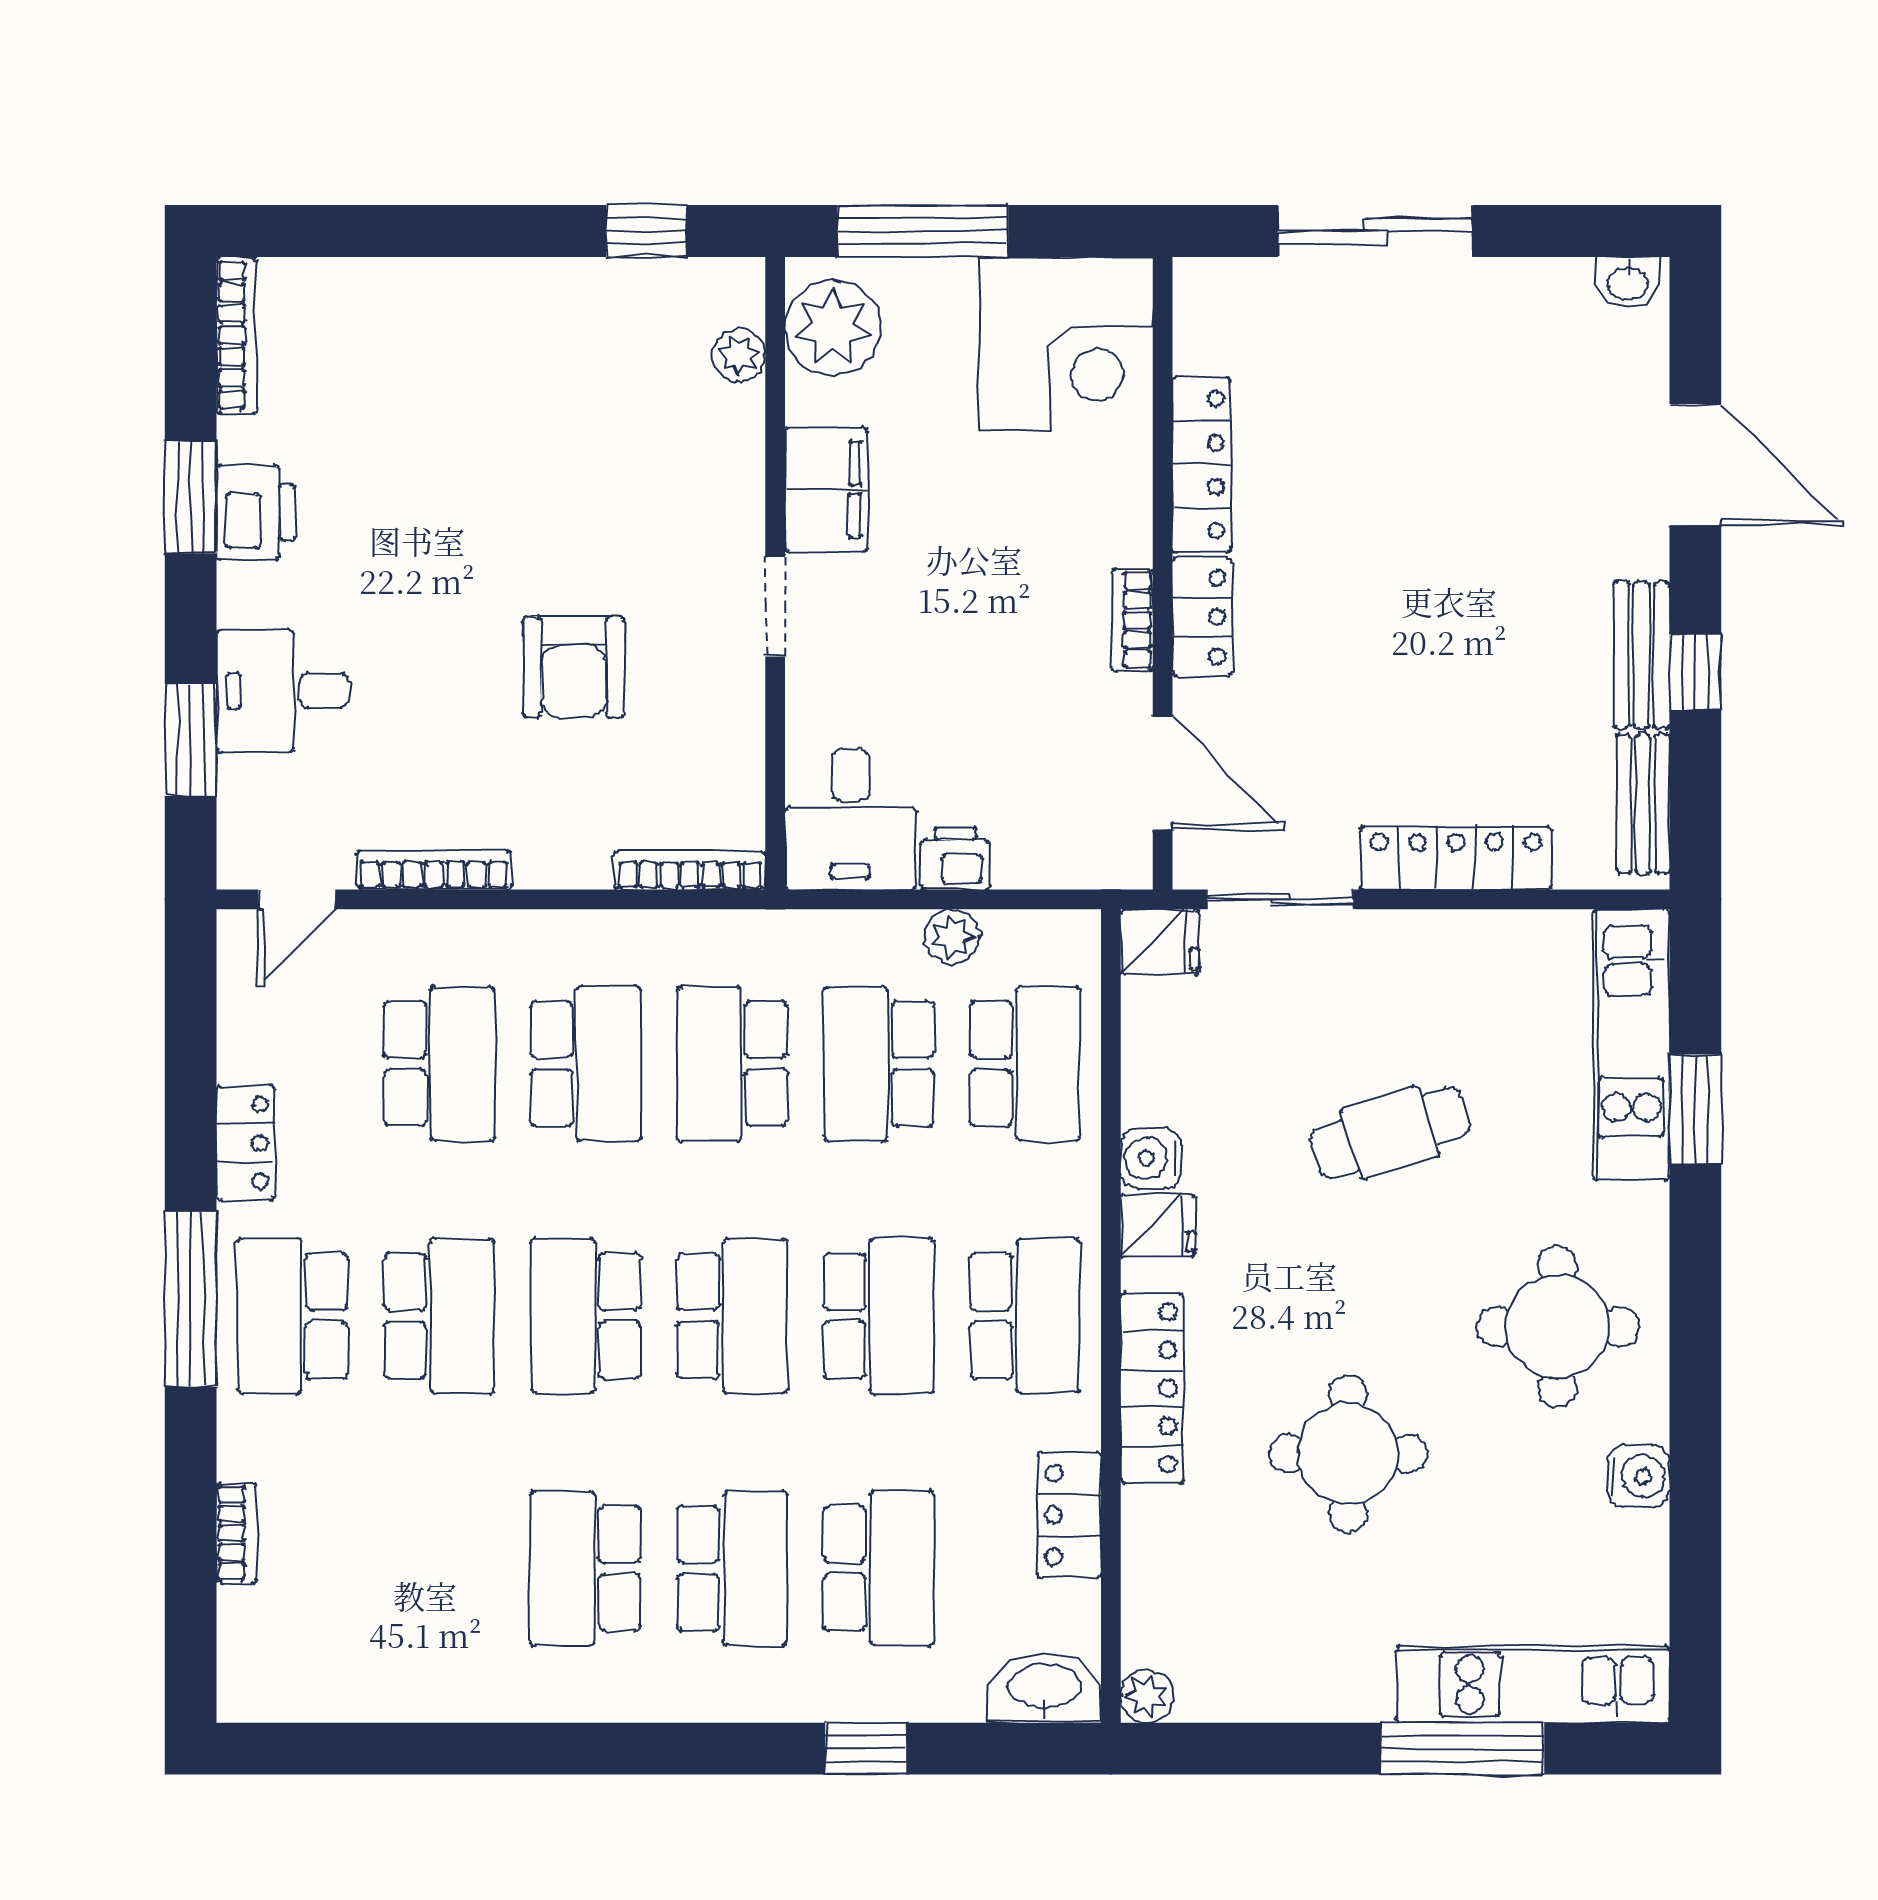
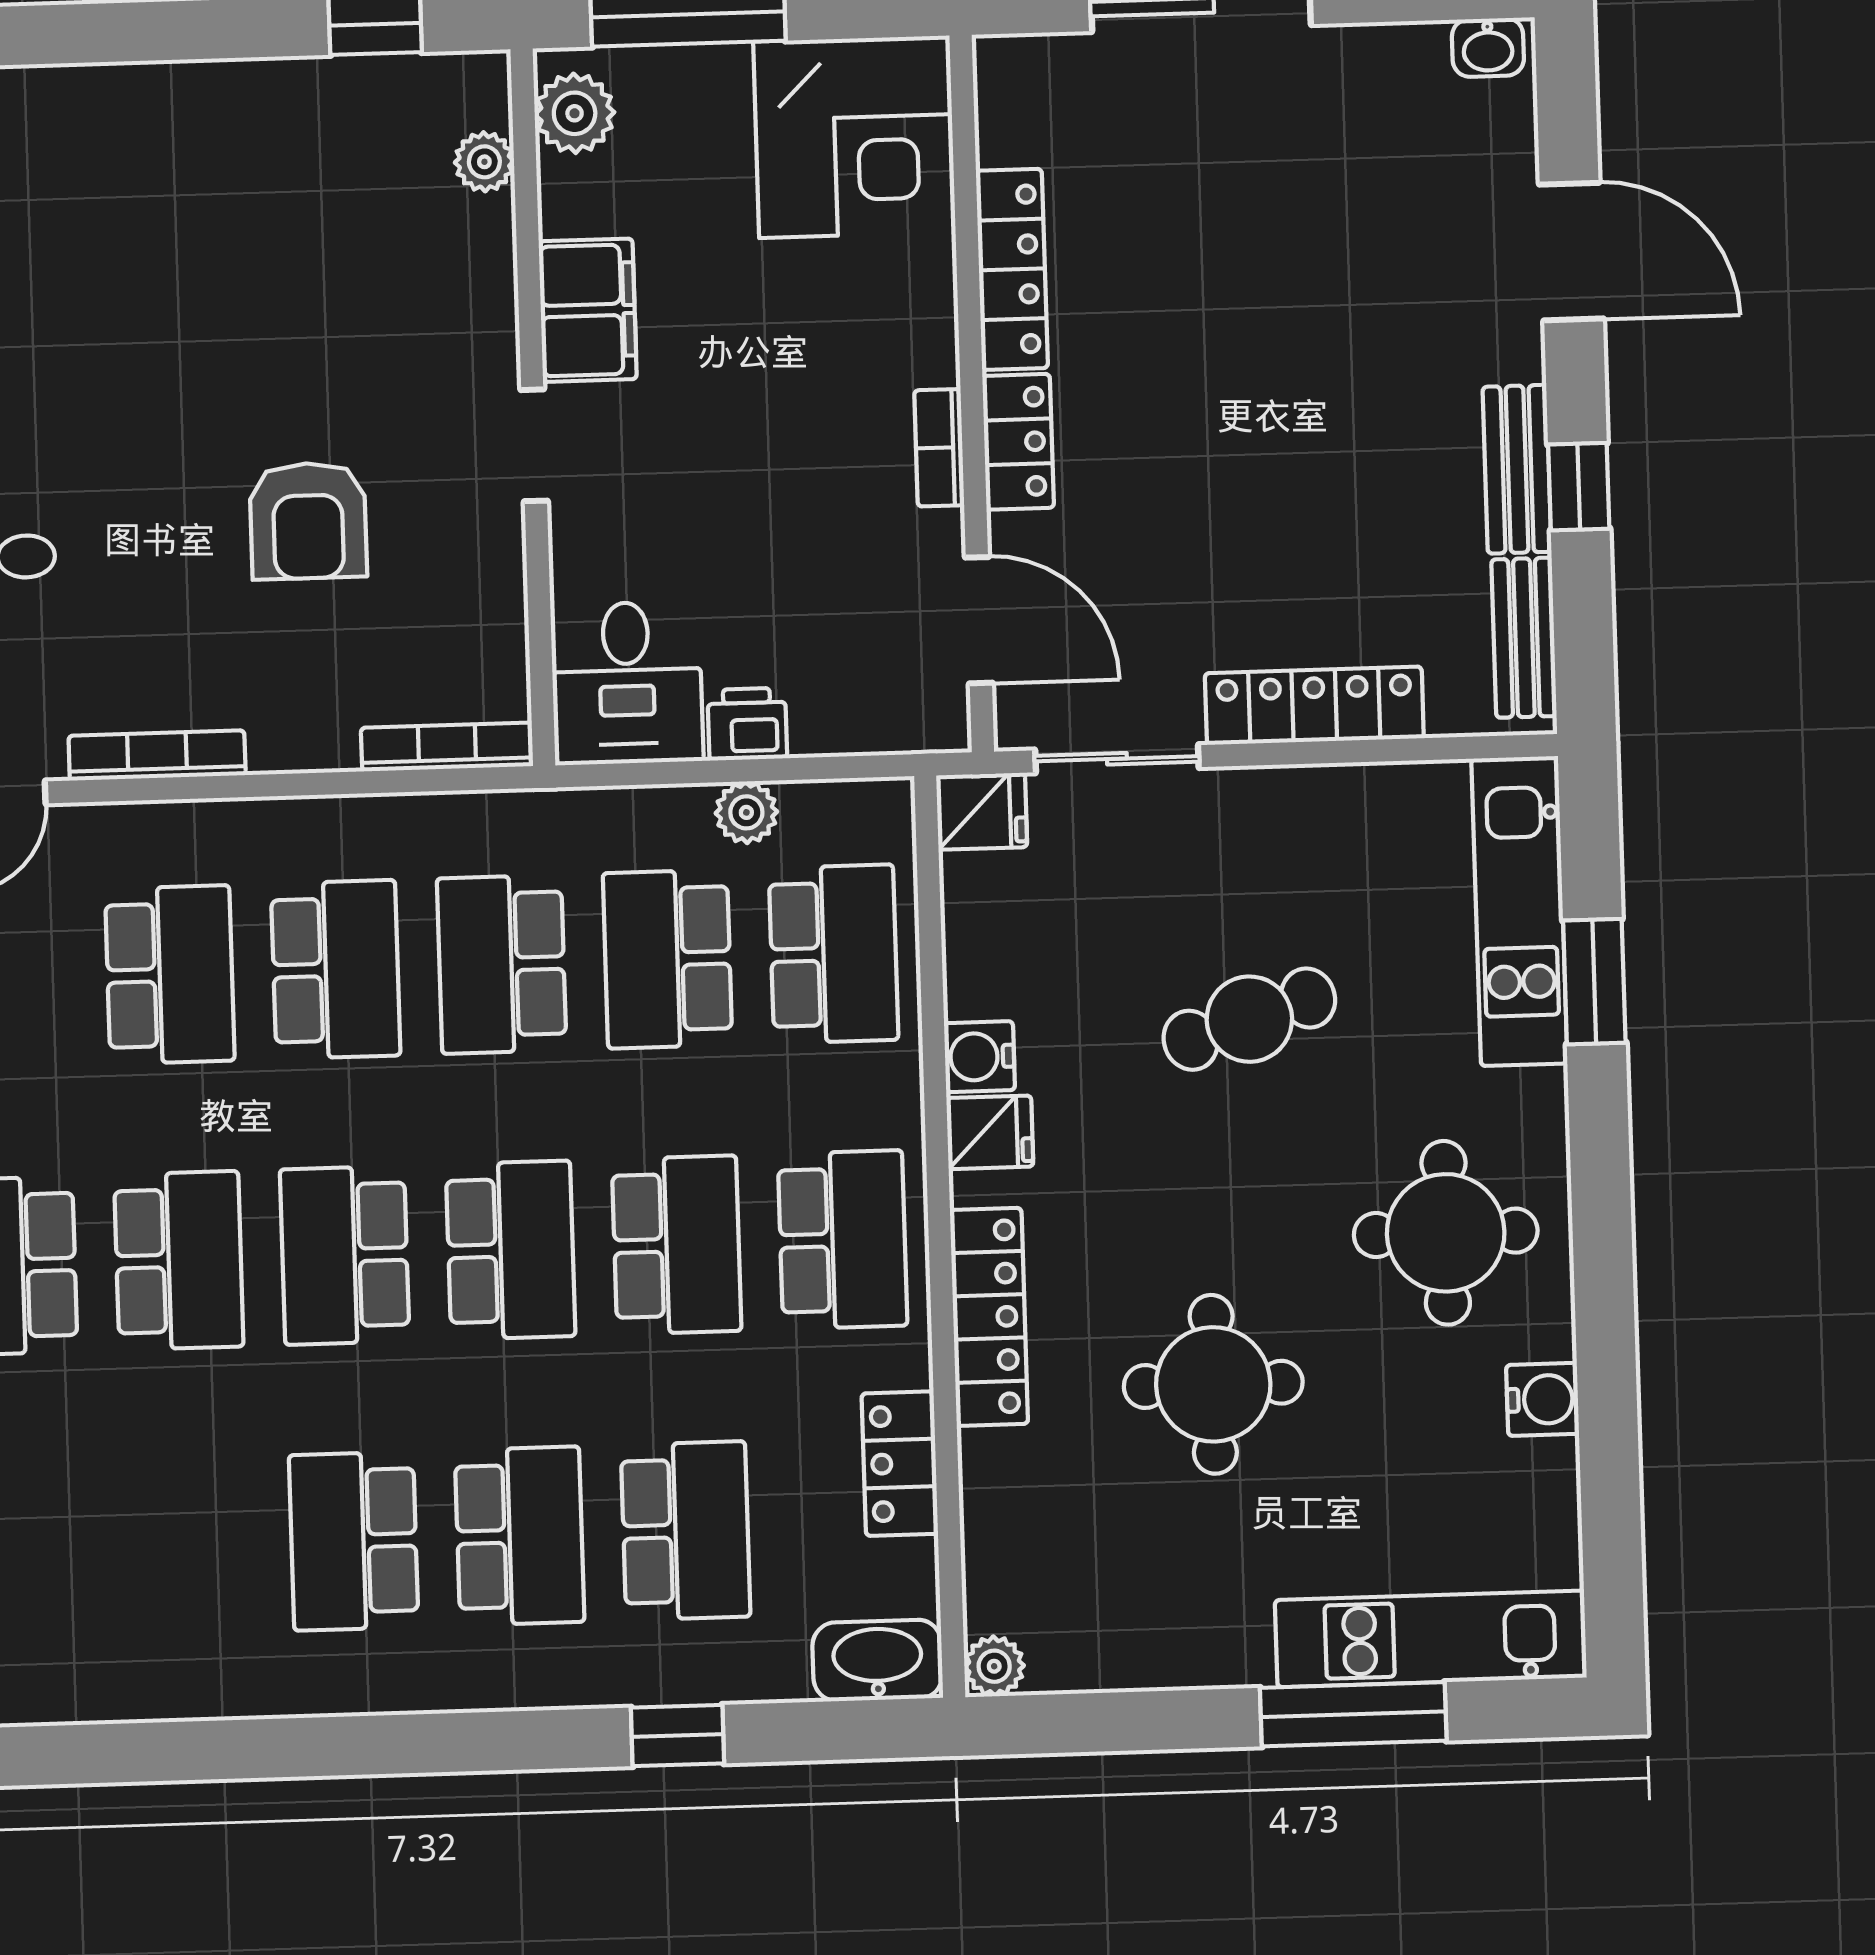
plant: (833, 328) -> (575, 113), width x0.73, depth x0.73

